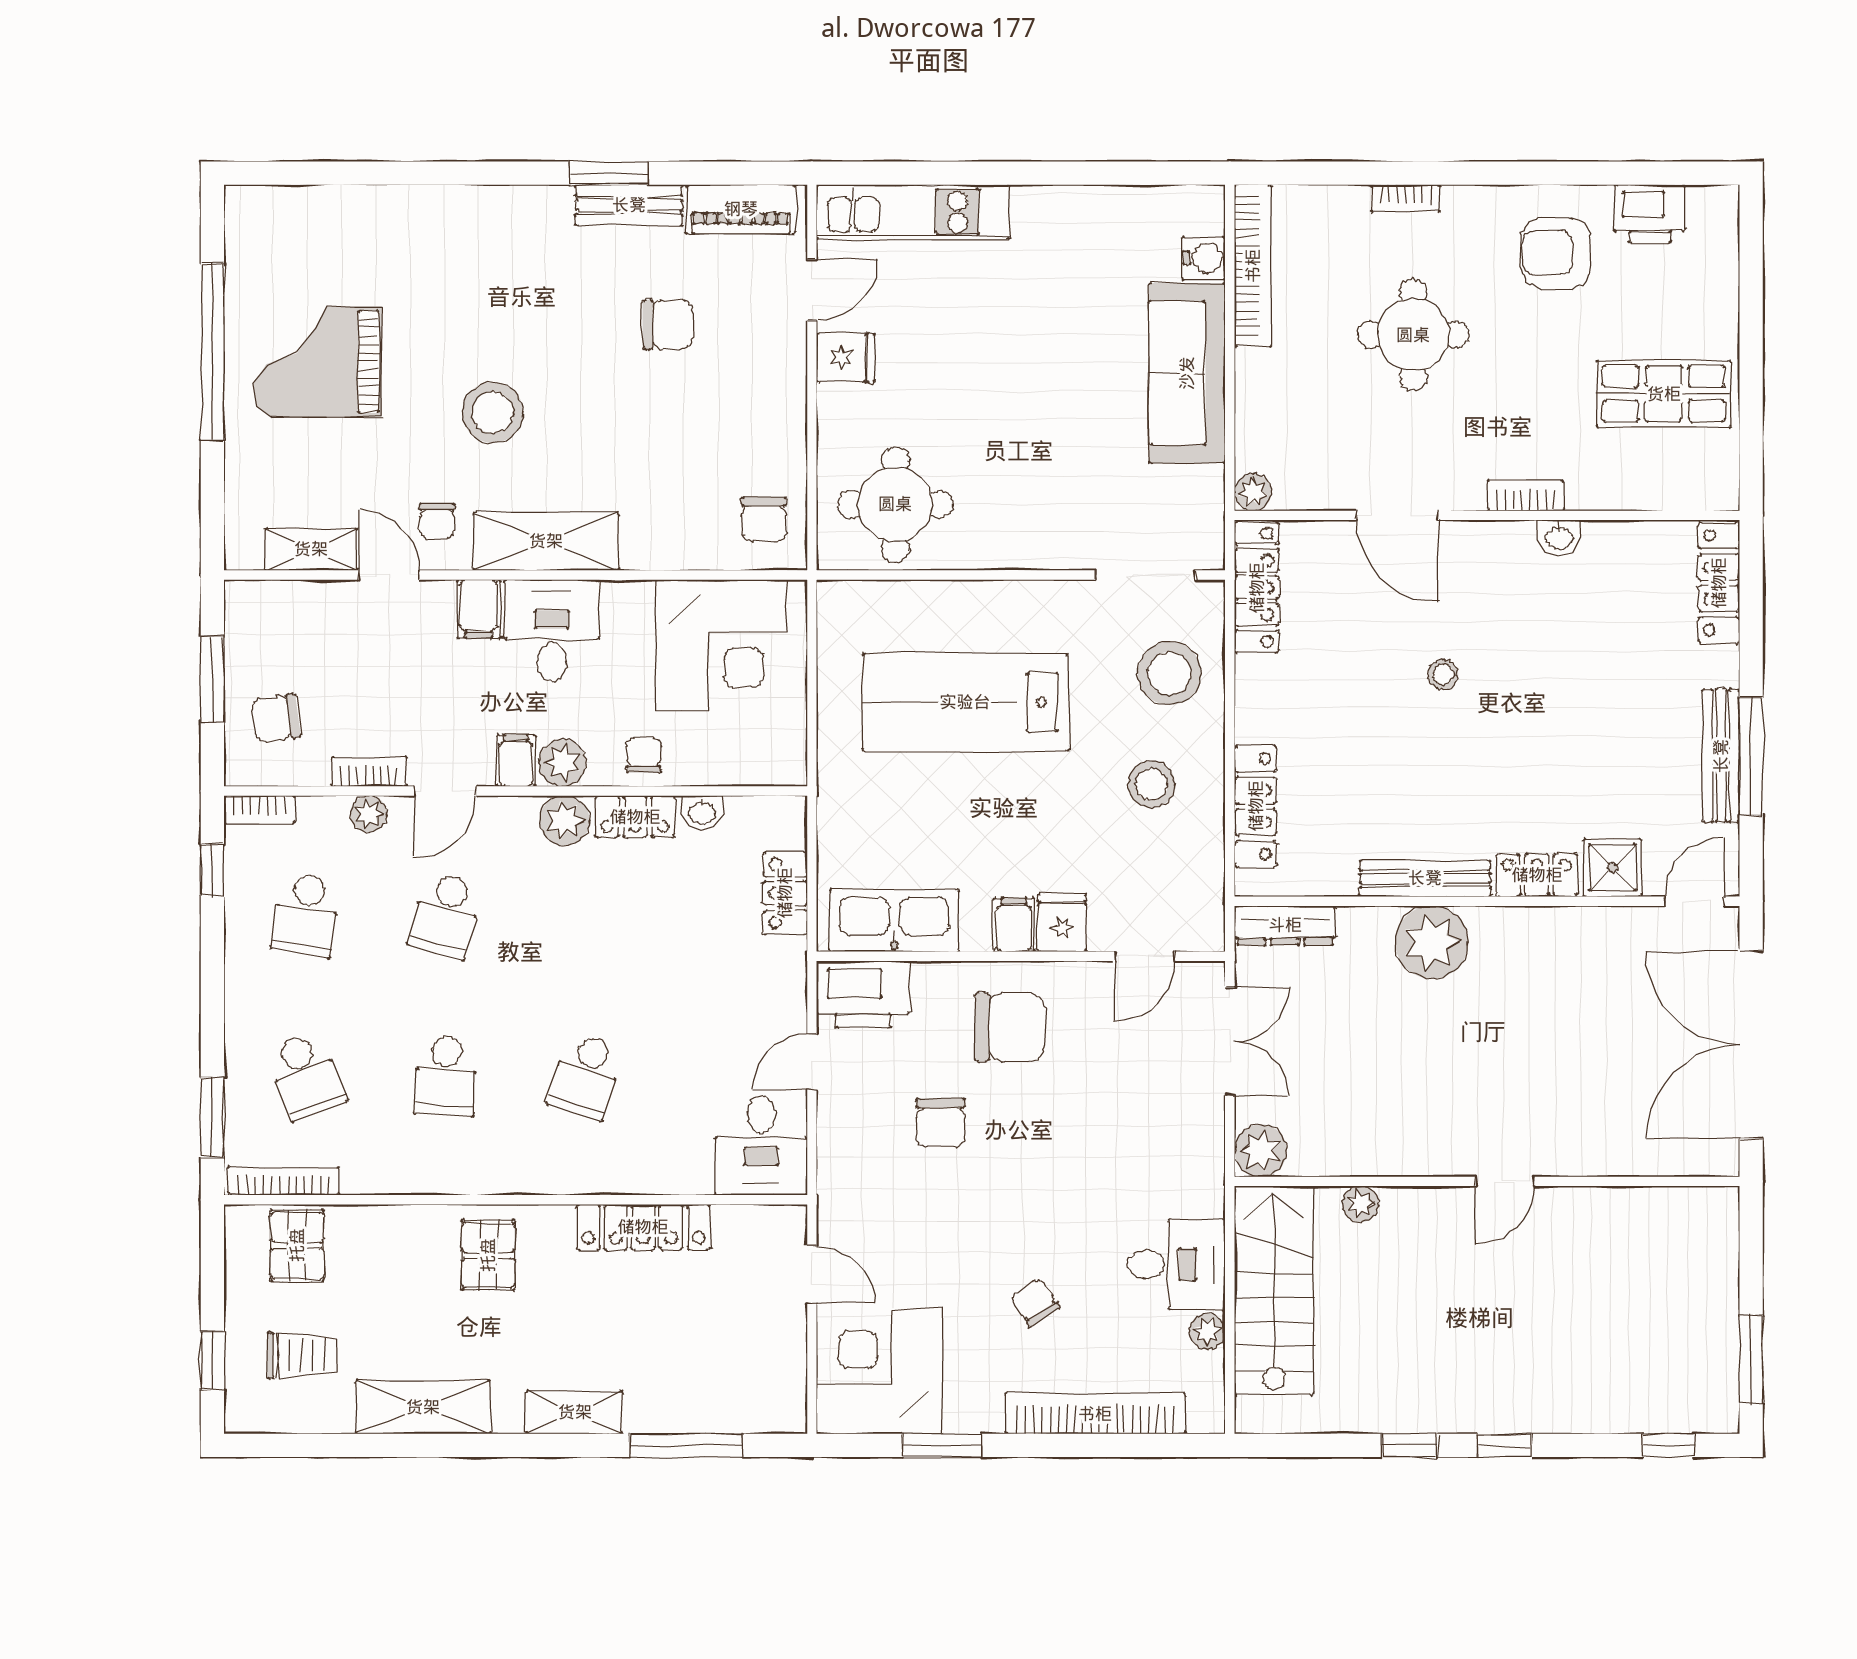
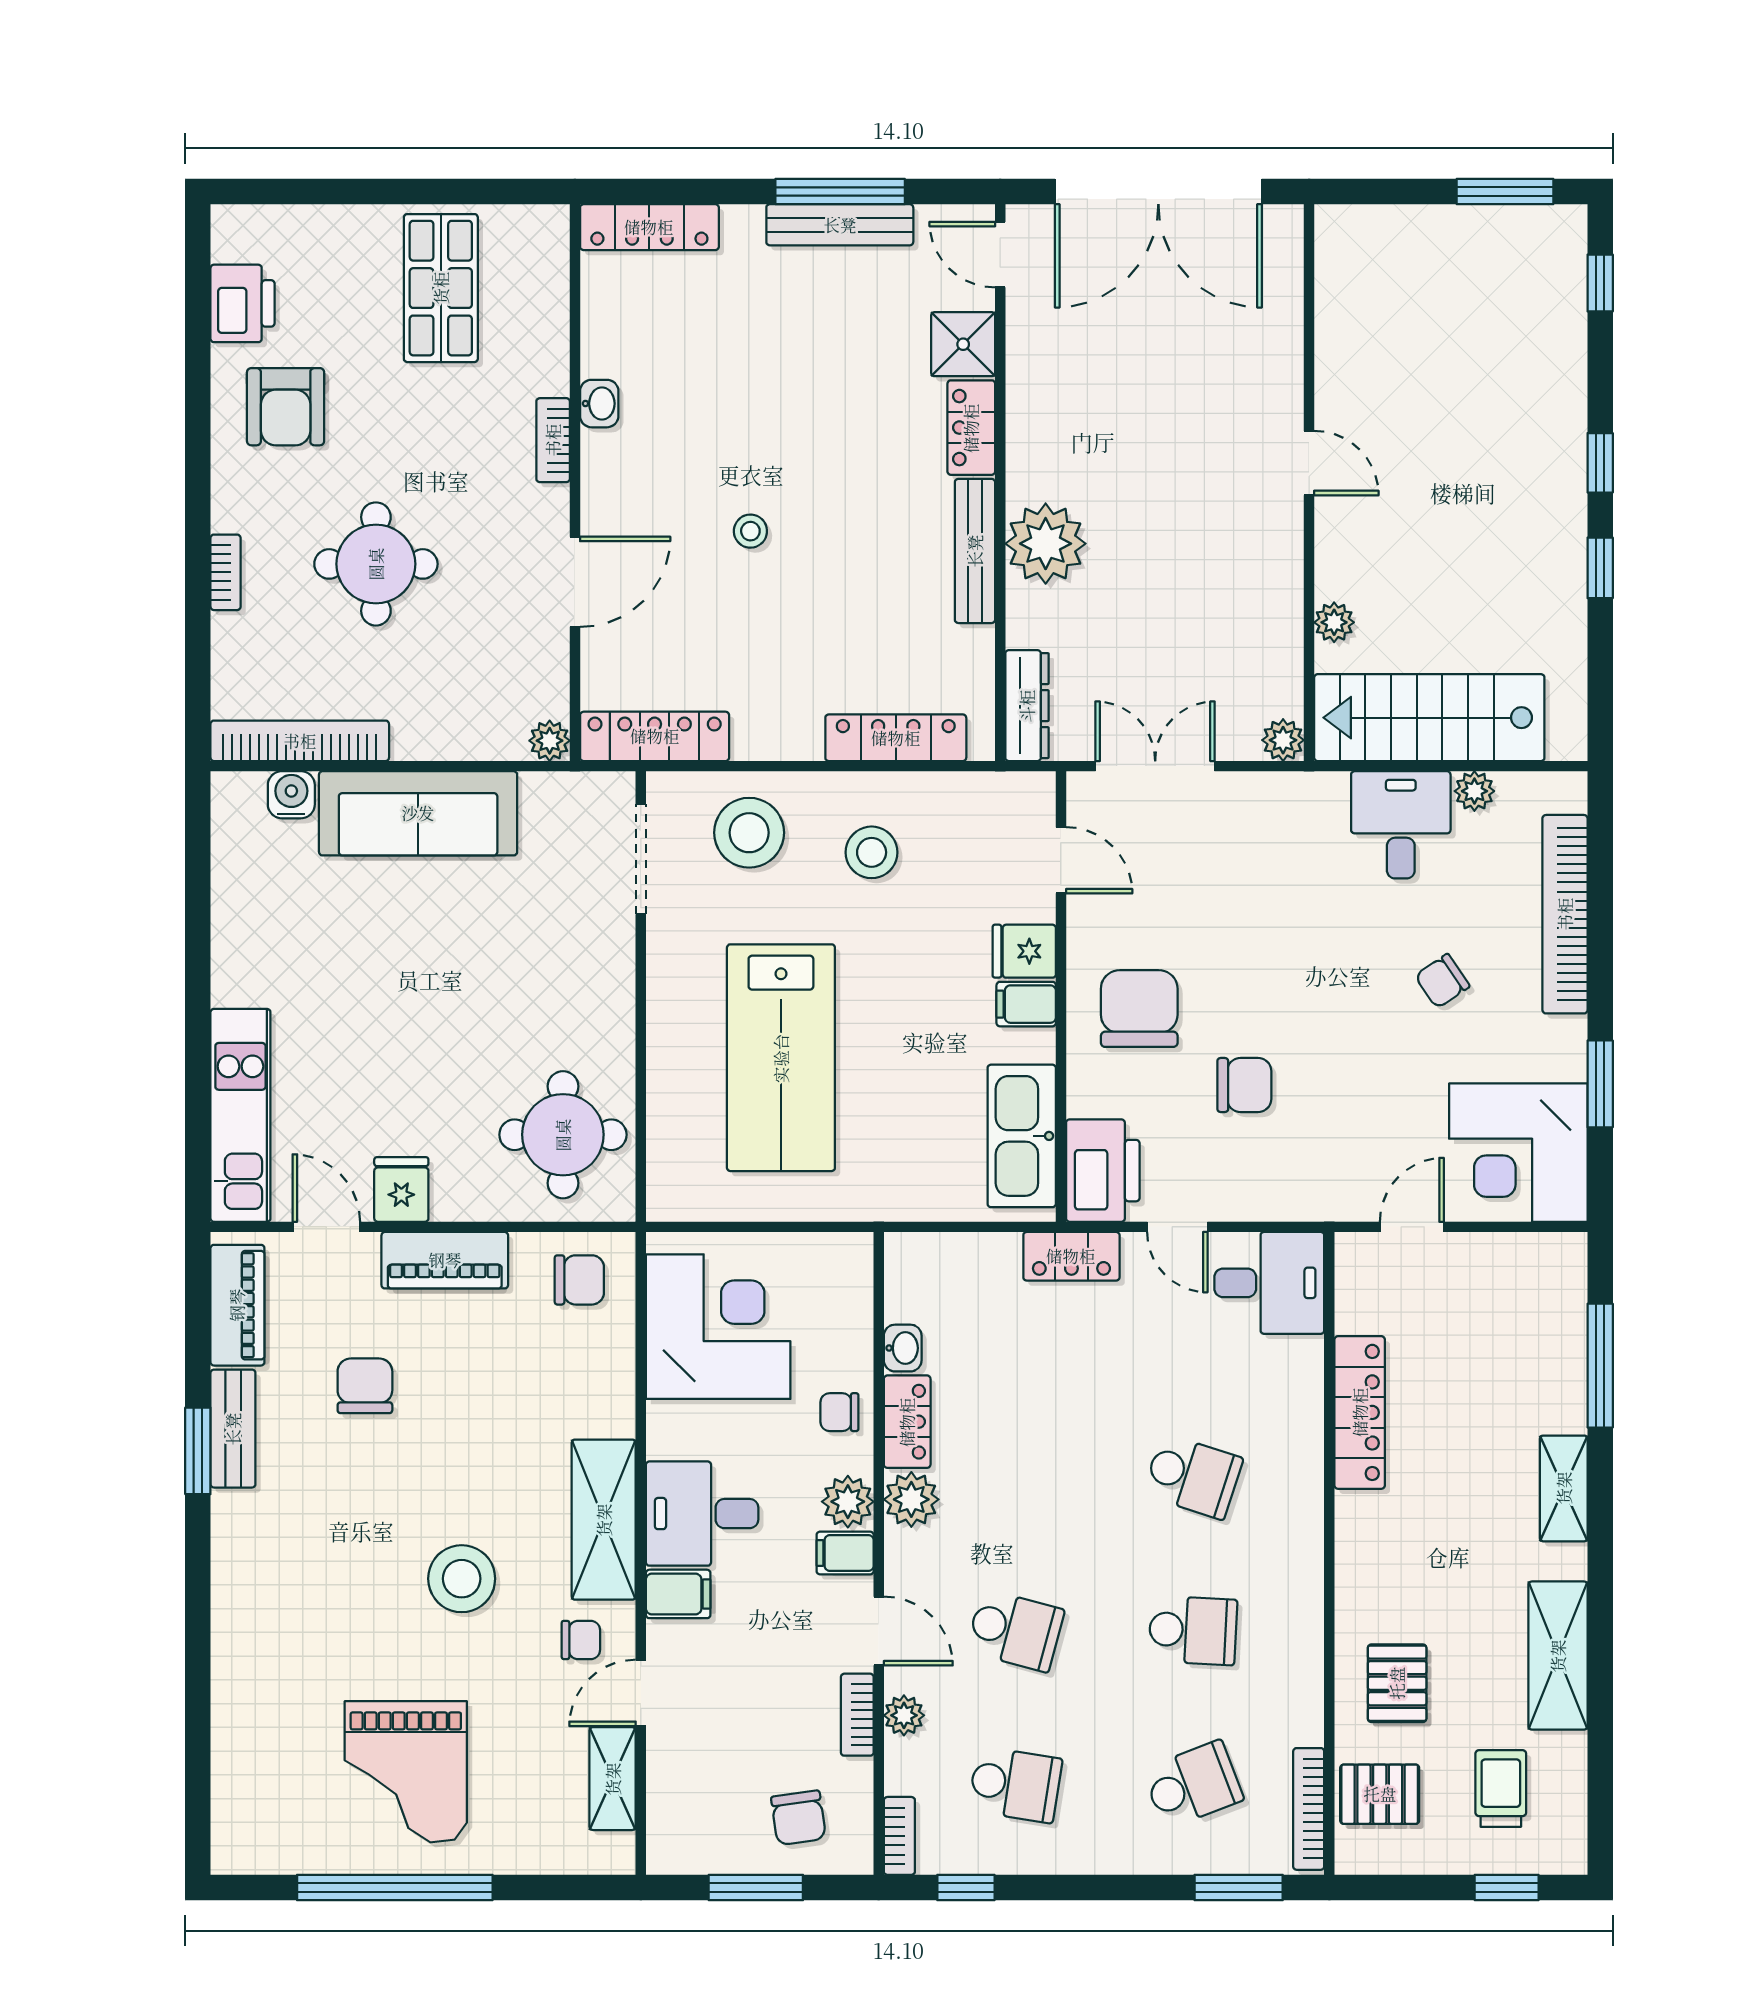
piano: (782, 397) -> (445, 1260), added
locker: (785, 893) -> (1071, 1256), moved
plant: (1261, 1151) -> (1283, 740), width x0.73, depth x0.73
pallet: (488, 1255) -> (1397, 1683), moved, turned 90

